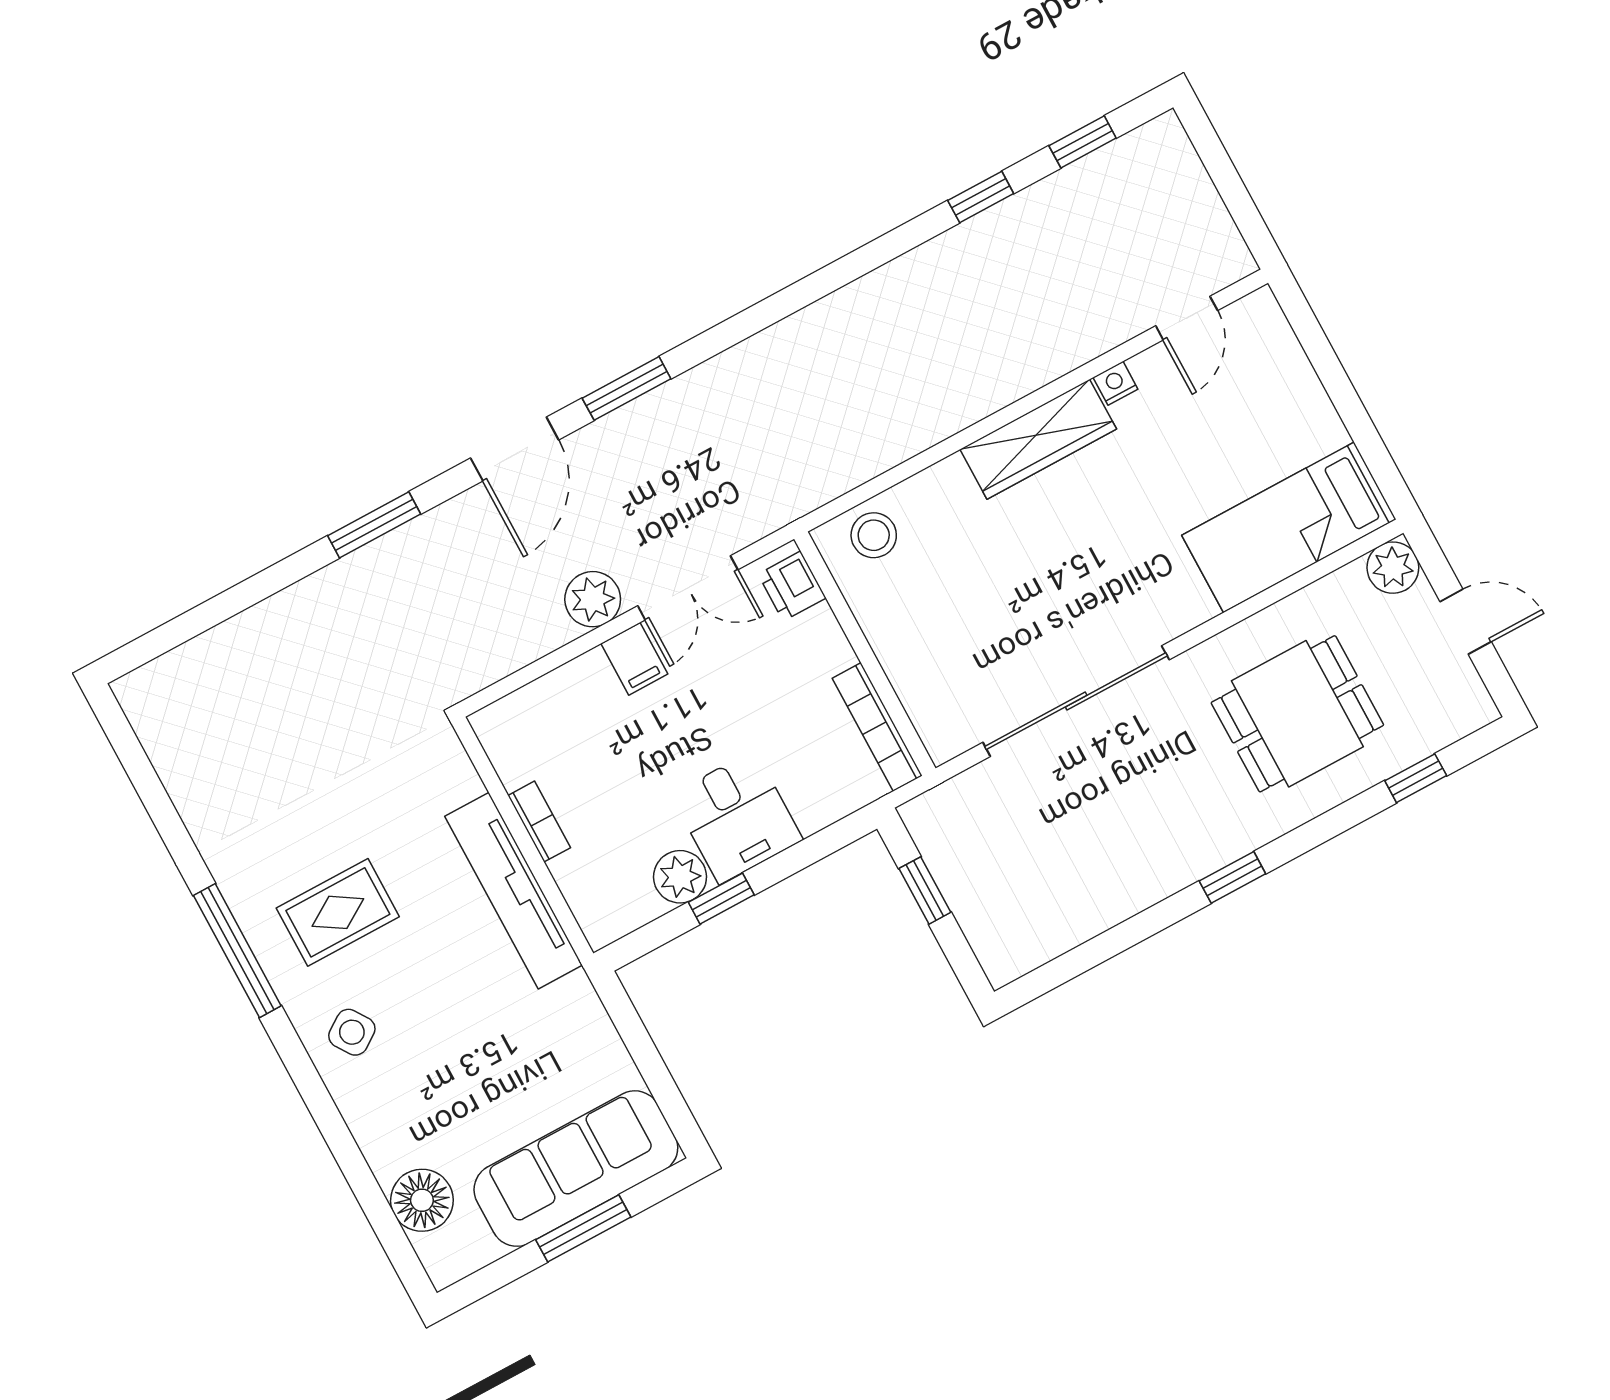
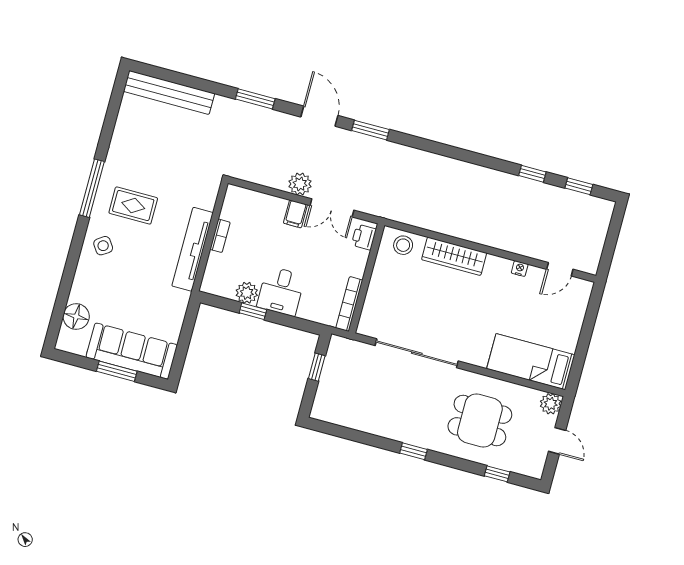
wardrobe: (1038, 439) -> (454, 256), moved
door: (515, 449) -> (319, 116), swing flipped
bench: (213, 656) -> (169, 92), added

